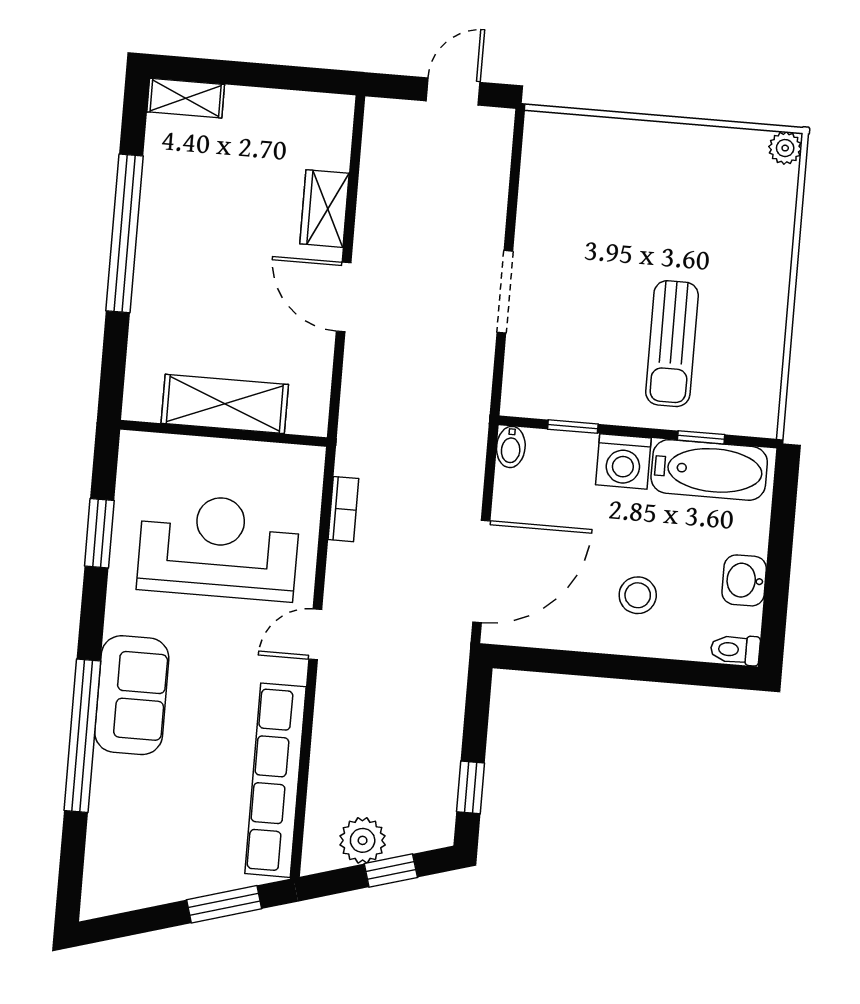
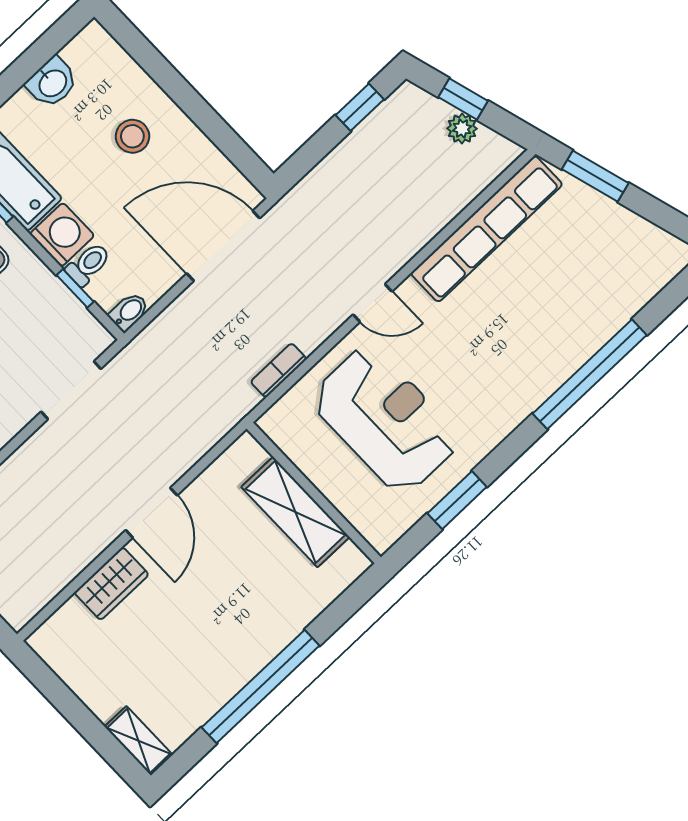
doorway: (505, 292) -> (71, 390), moved
reception desk: (218, 547) -> (385, 420), turned 180
toilet: (735, 650) -> (88, 264), moved, turned -90
sofa: (132, 695) -> (532, 372), removed
plant: (363, 840) -> (462, 128), width x0.73, depth x0.73

